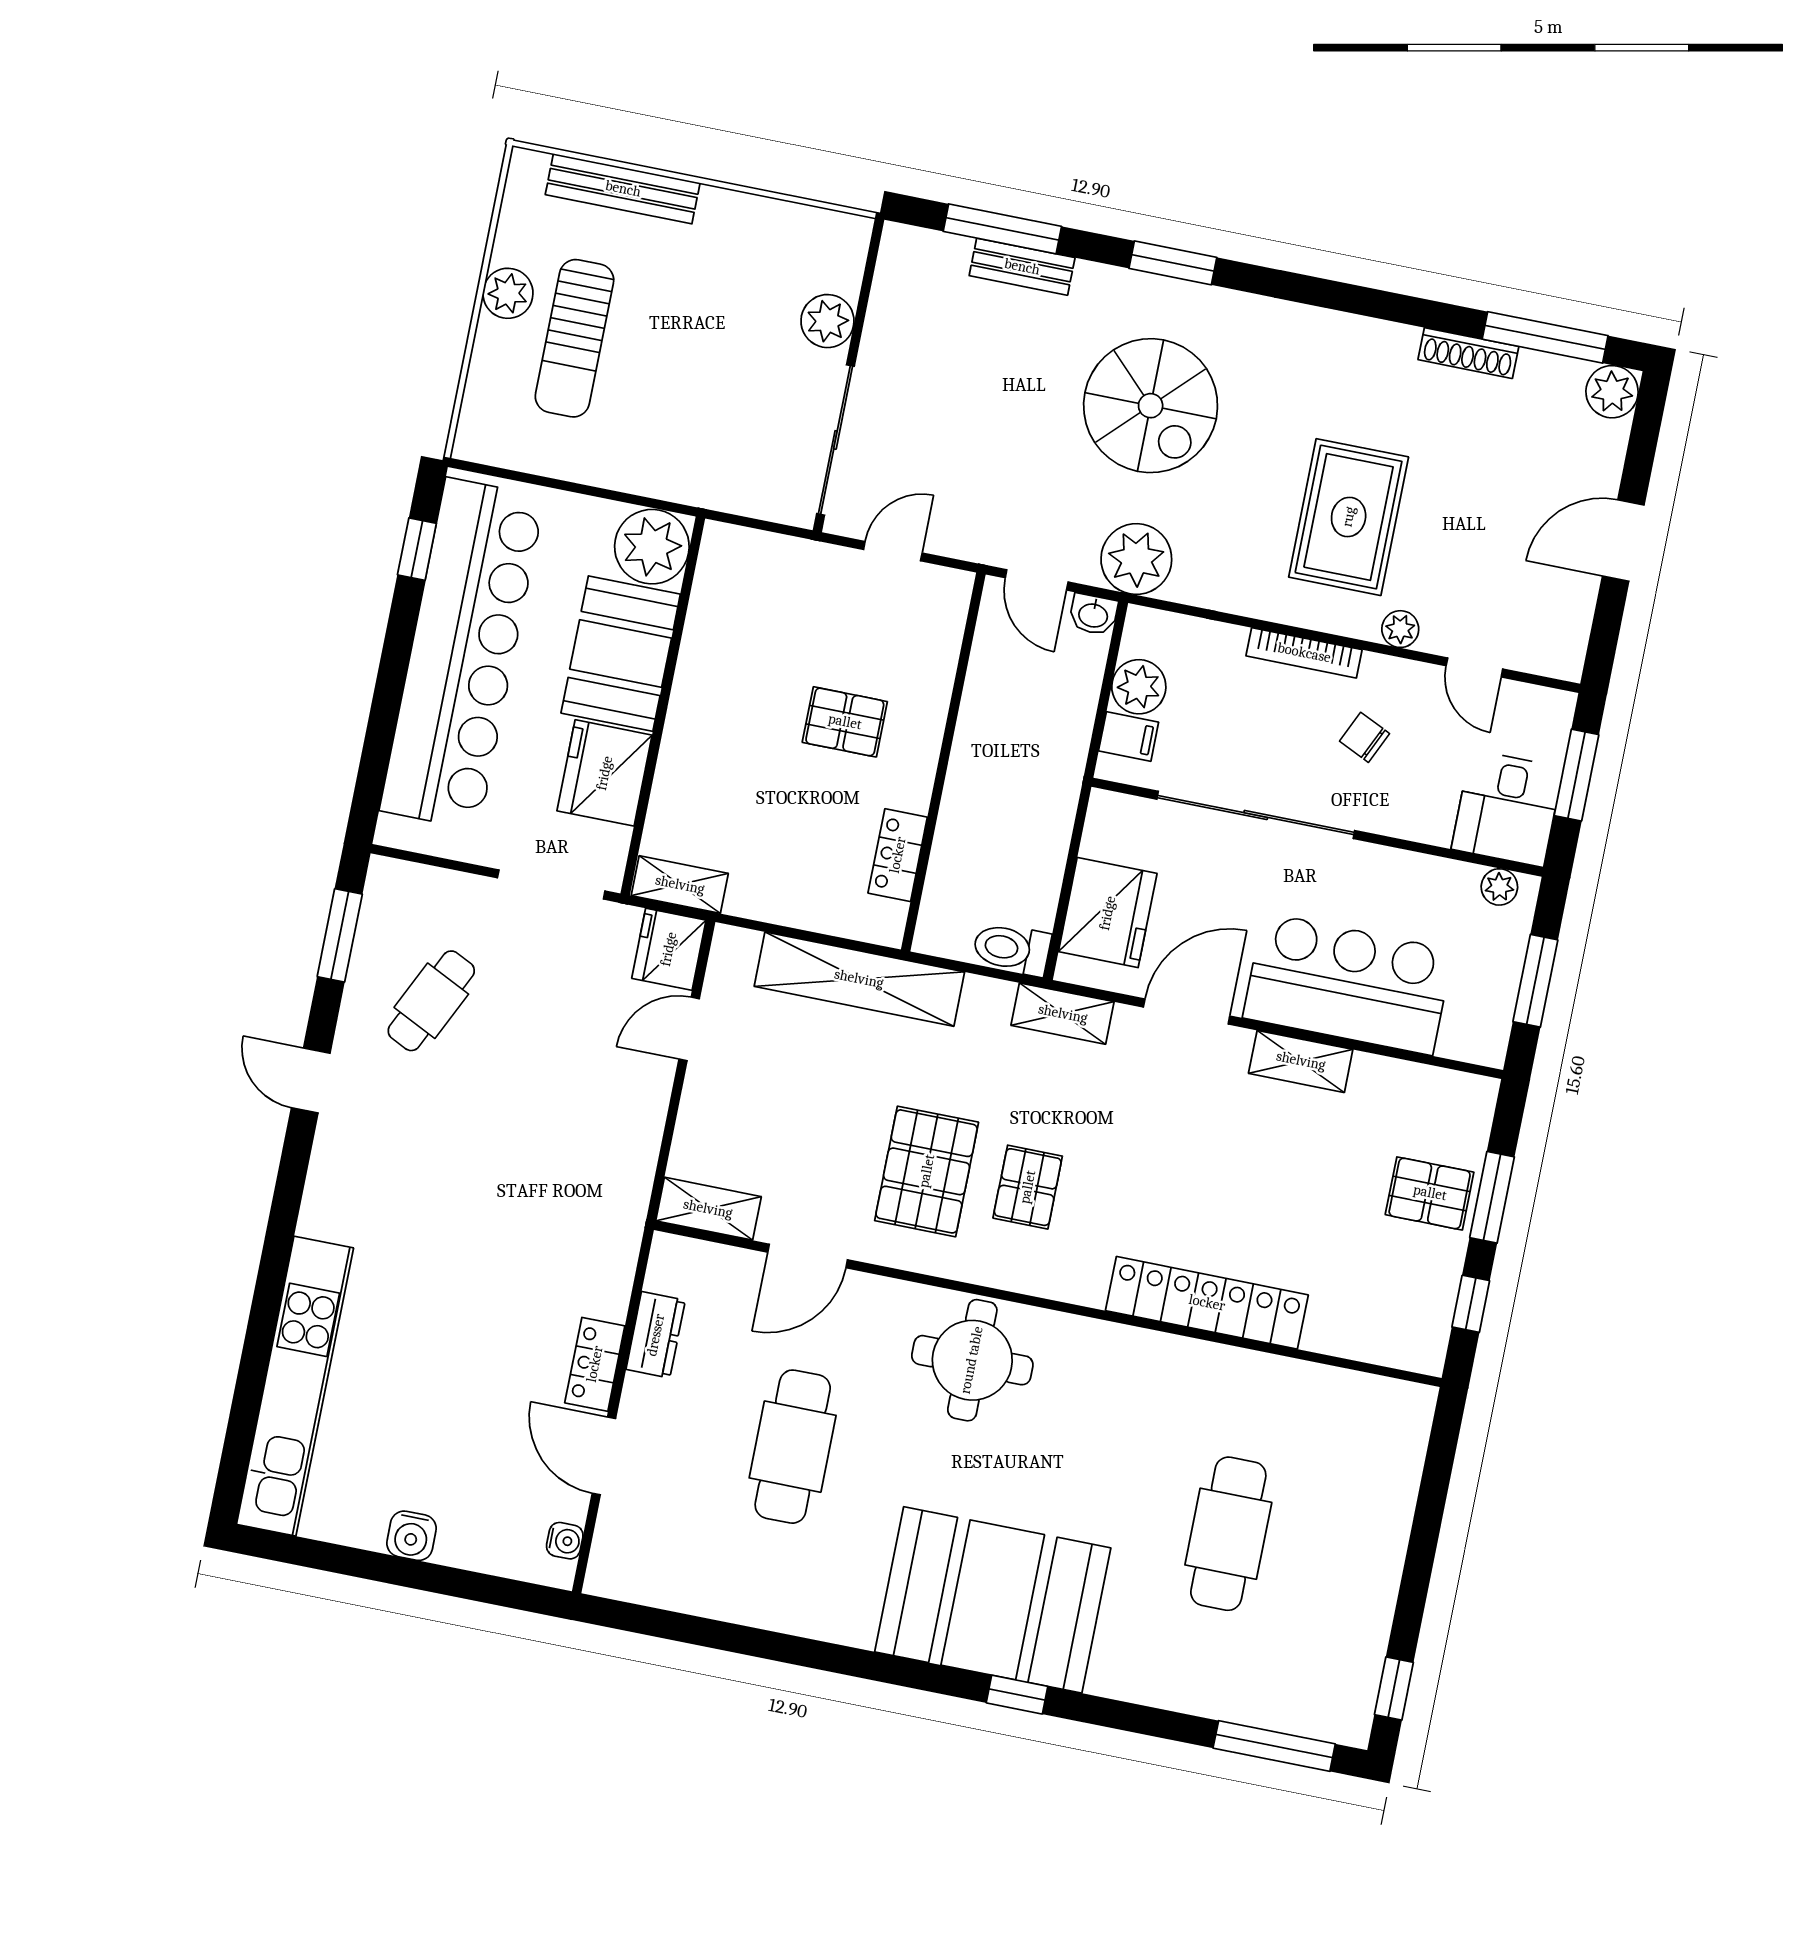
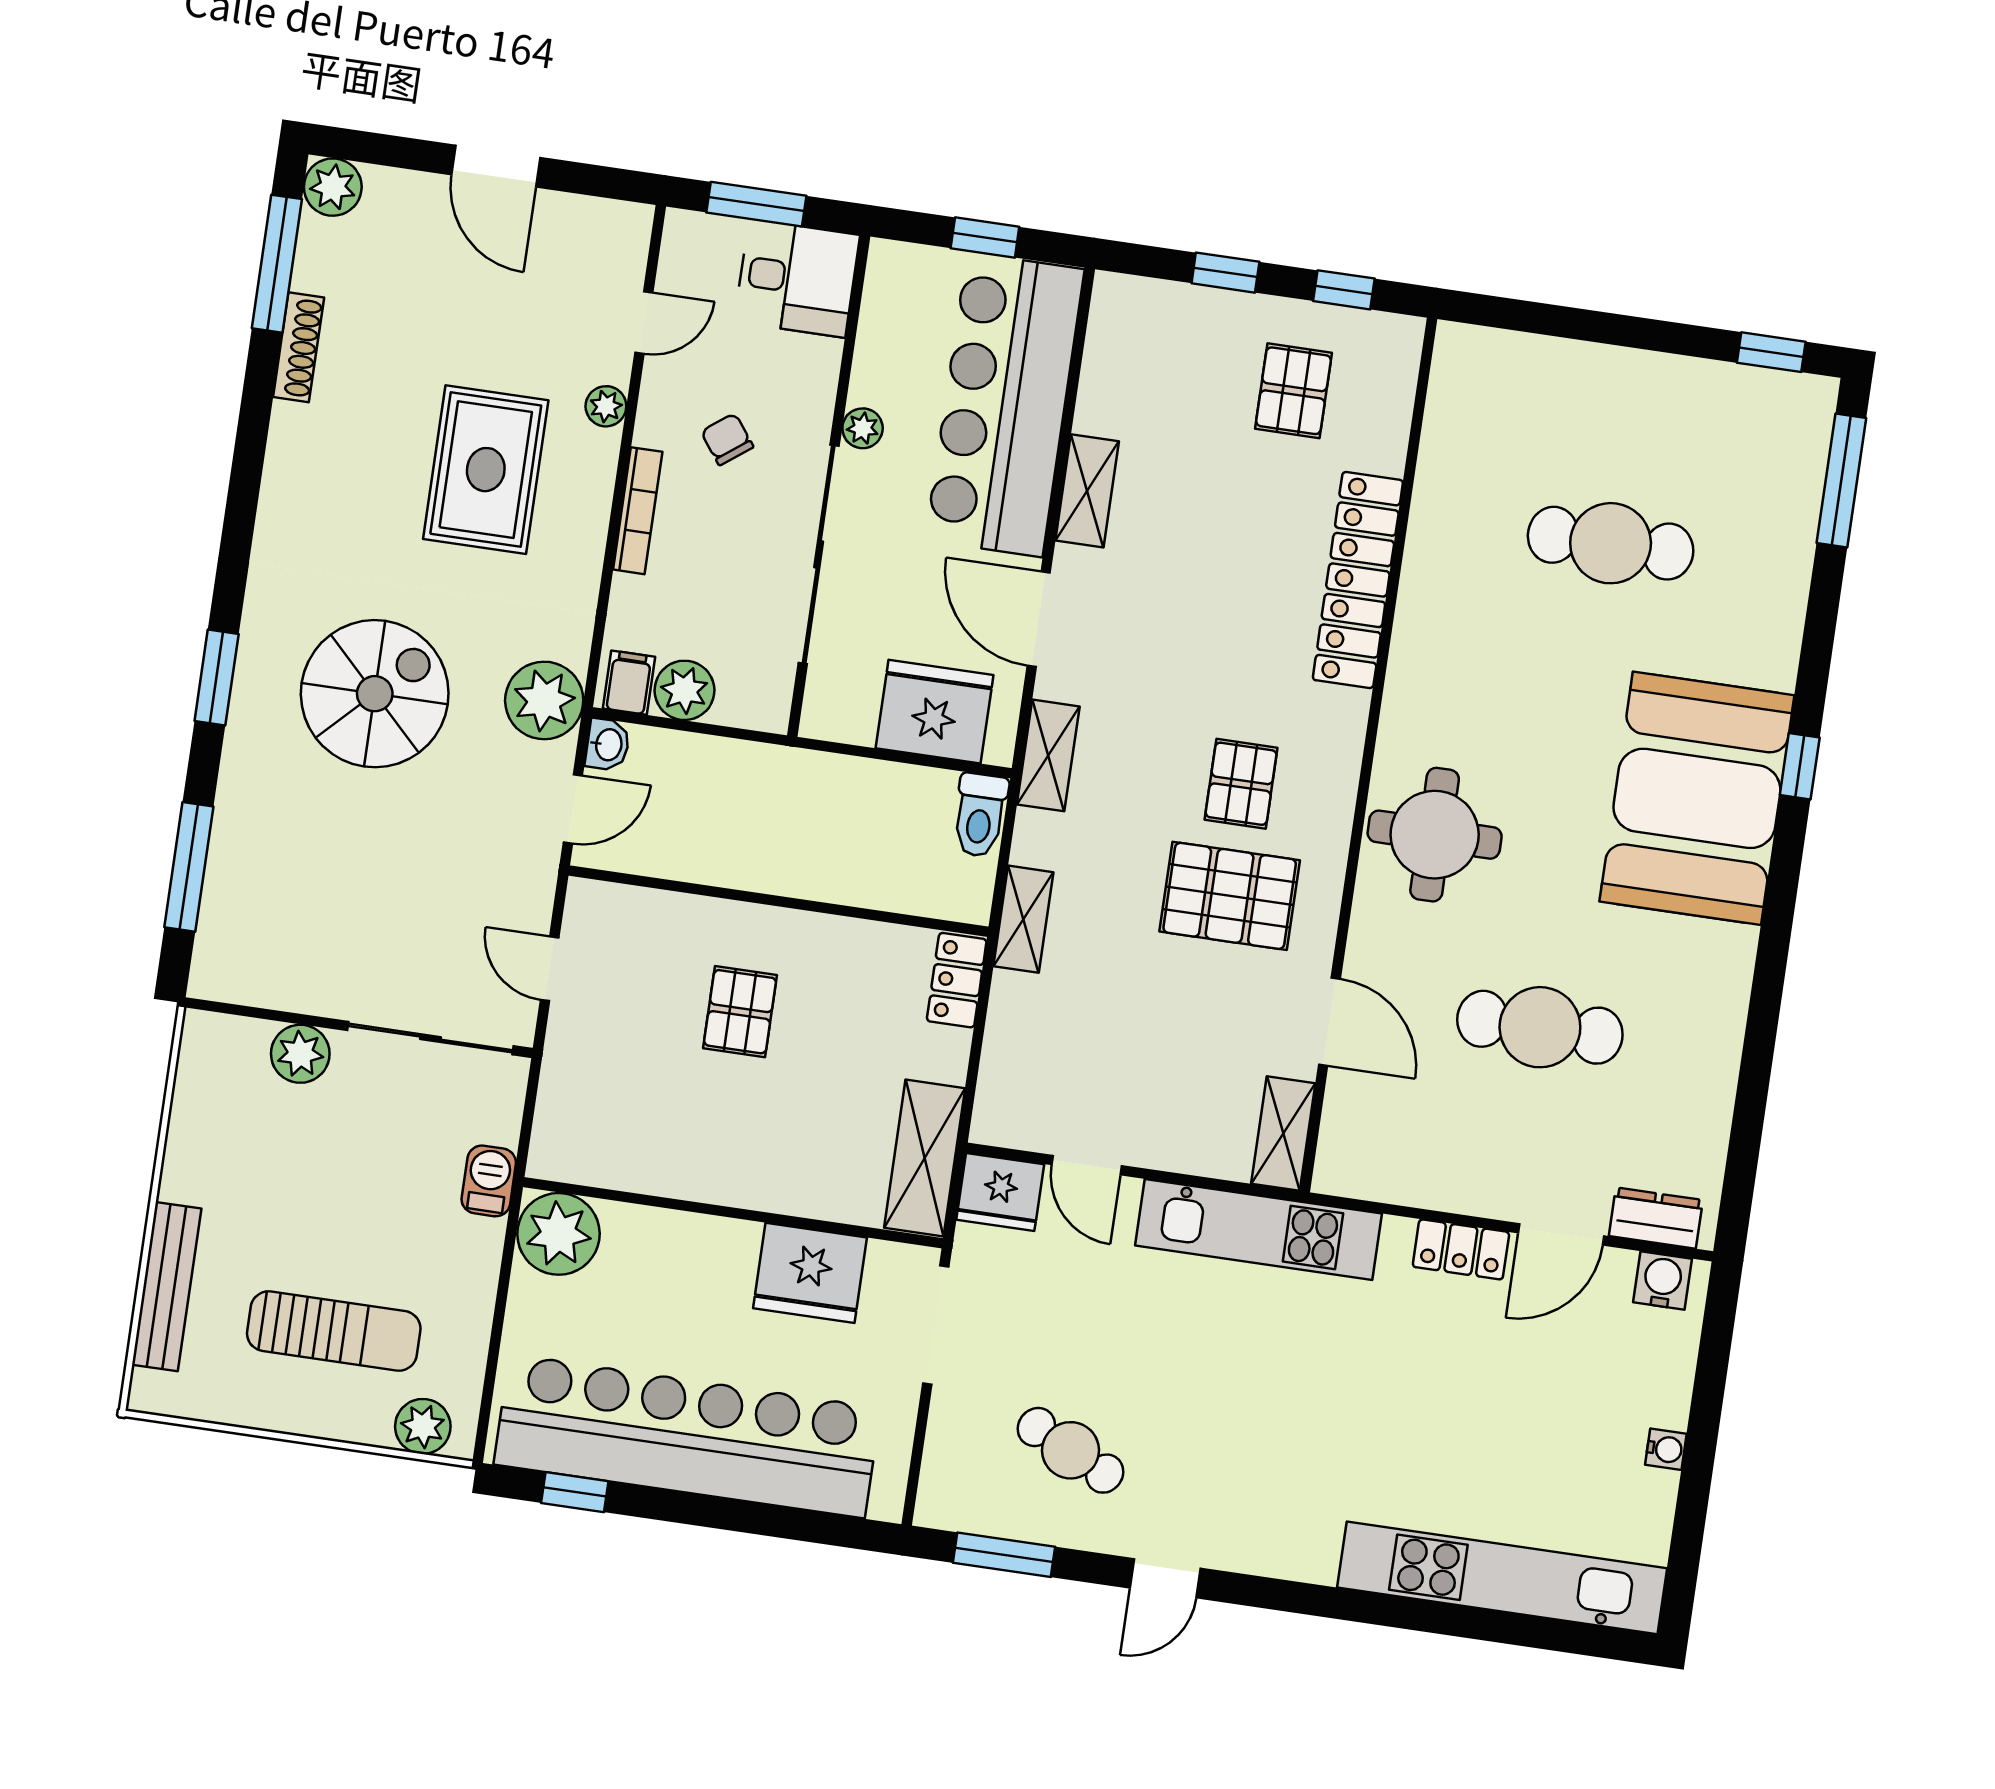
bench: (1022, 267) -> (229, 843), removed
plant: (508, 293) -> (423, 1426), moved
barbecue: (703, 486) -> (489, 1181), added
rug: (1349, 517) -> (486, 470), turned 90
booth: (621, 654) -> (678, 1262), removed
filing cabinet: (1129, 737) -> (629, 683), moved
chair: (1365, 737) -> (727, 439), turned 118
locker: (898, 855) -> (957, 980), moved, turned 90
shelving: (680, 885) -> (925, 1158), width x1.50, depth x1.33
plant: (1499, 887) -> (863, 428), moved
shelving: (859, 979) -> (1023, 919), width x0.45, depth x0.75
window: (1535, 981) -> (985, 237), width x0.67
bar counter: (1348, 984) -> (1005, 405), width x1.36
kitchen unit: (623, 1182) -> (1258, 1230), added
pallet: (1028, 1187) -> (1241, 784), turned 90
pallet: (1430, 1193) -> (1293, 391), moved
window: (1492, 1197) -> (1225, 273), width x0.67
dresser: (656, 1335) -> (1656, 1218), moved
water cooler: (411, 1536) -> (1666, 1449), width x0.72, depth x0.72
water cooler: (565, 1541) -> (1663, 1281), width x1.38, depth x1.38

